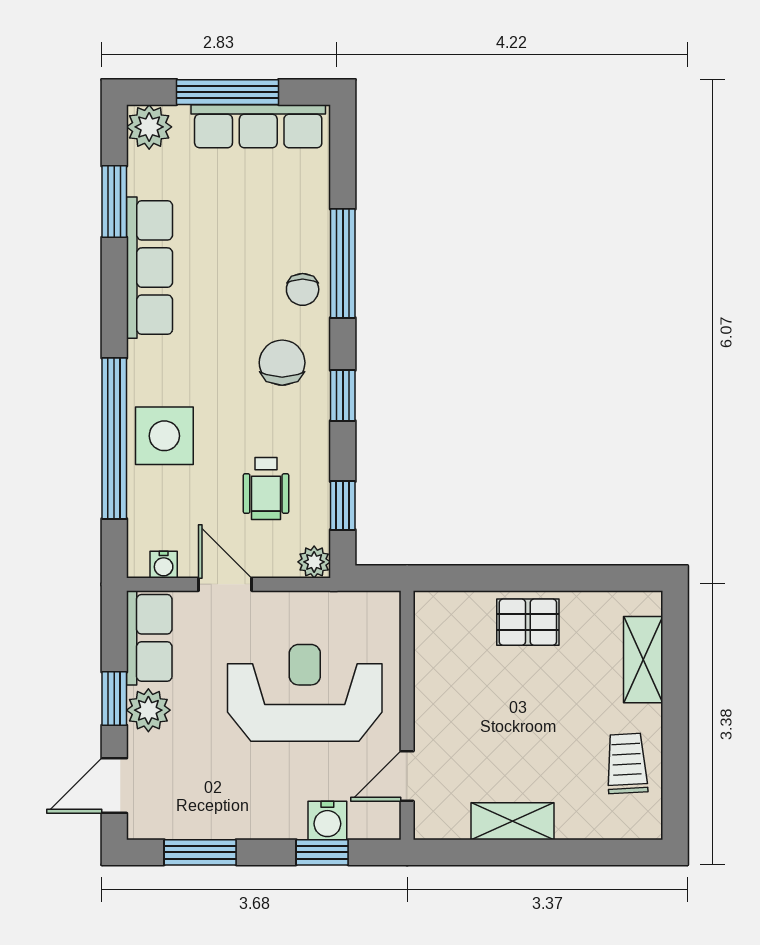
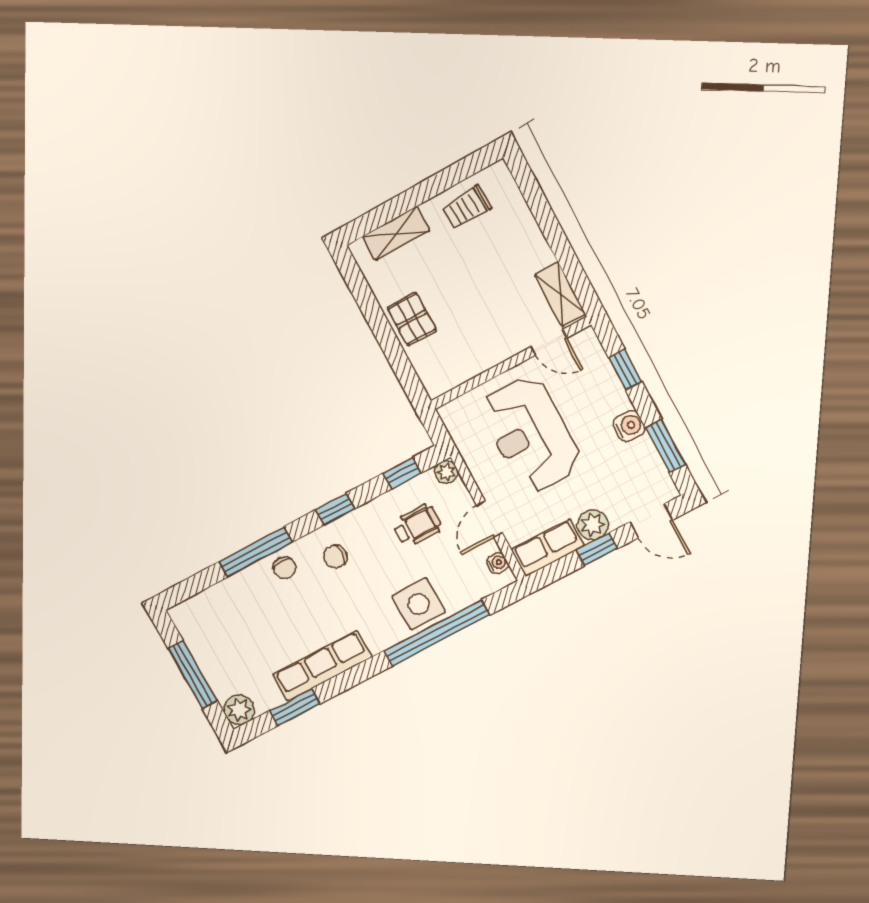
row of seats: (258, 126) -> (202, 646), removed
chair: (303, 289) -> (285, 568), turned 90
chair: (282, 363) -> (335, 557), width x0.73, depth x0.73
water cooler: (327, 821) -> (629, 426), moved
shelving: (513, 821) -> (560, 294), moved

